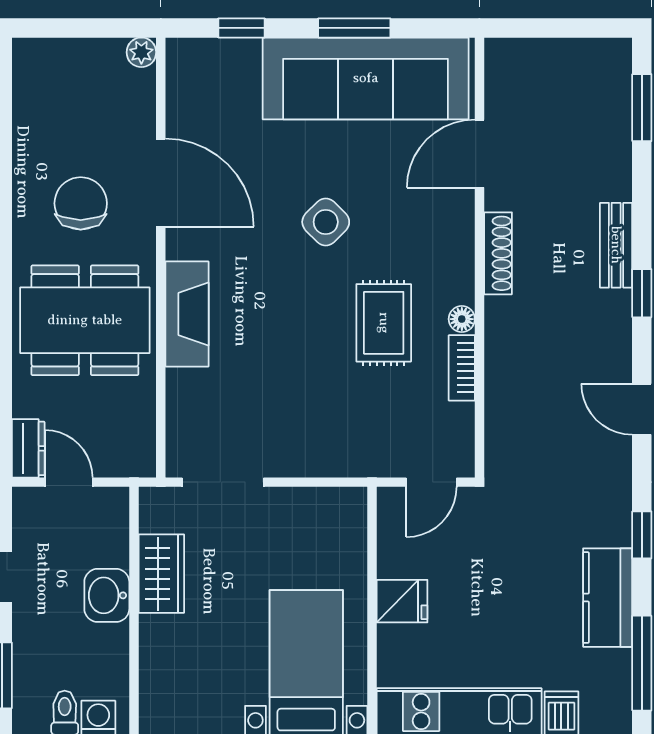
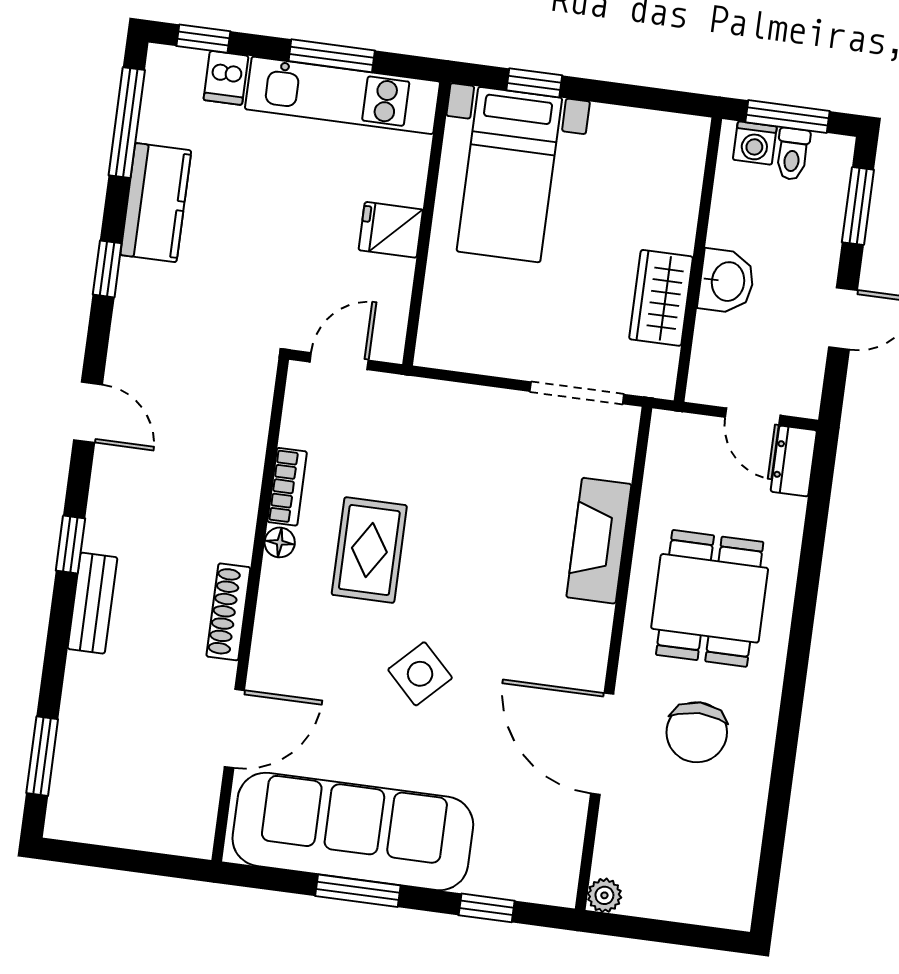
fireplace: (187, 314) -> (599, 541), moved
dining table: (85, 320) -> (710, 598), width x0.73

